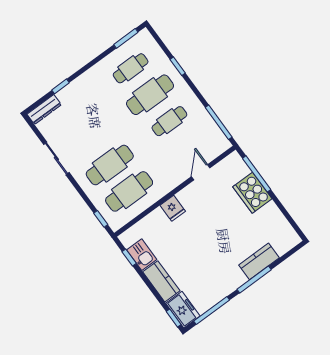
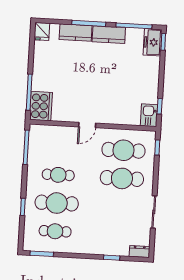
dresser: (44, 109) -> (139, 251), width x0.70
door: (201, 172) -> (87, 125), moved
cooker: (252, 193) -> (41, 106), moved
fridge: (173, 208) -> (42, 31), moved, turned 180
kitchen sink: (142, 255) -> (149, 115), moved
kitchen counter: (161, 281) -> (109, 35), moved, turned -90

